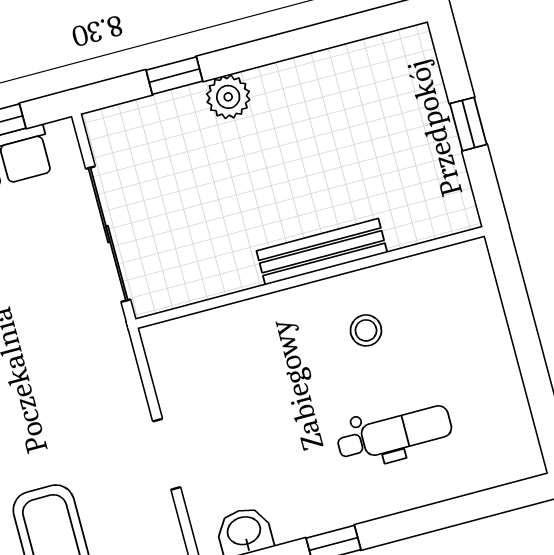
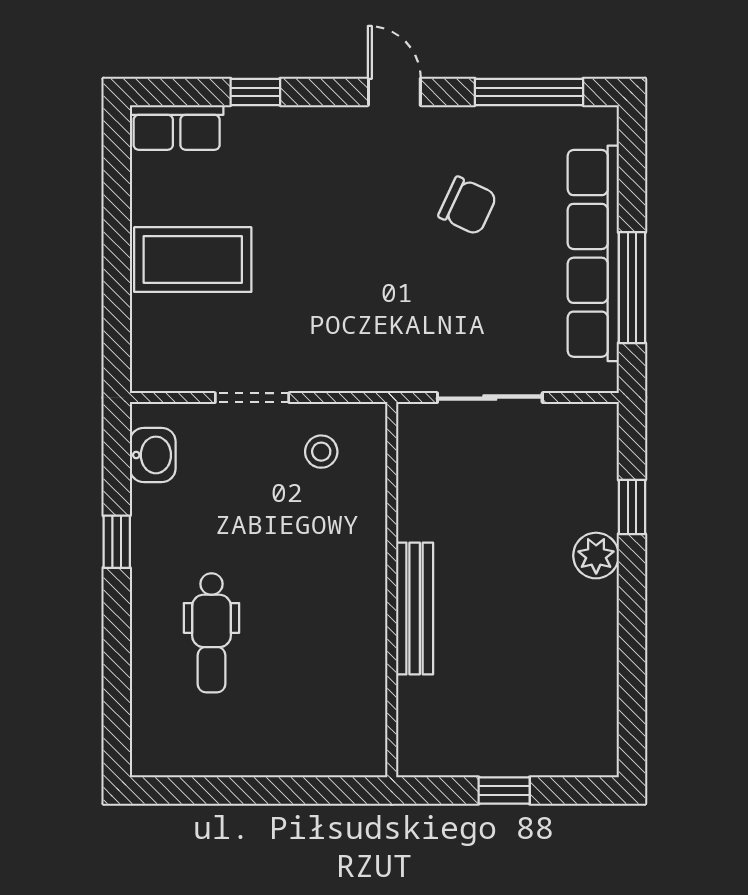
sliding door: (108, 234) -> (490, 398), width x0.73
stool: (366, 330) -> (321, 452), moved

